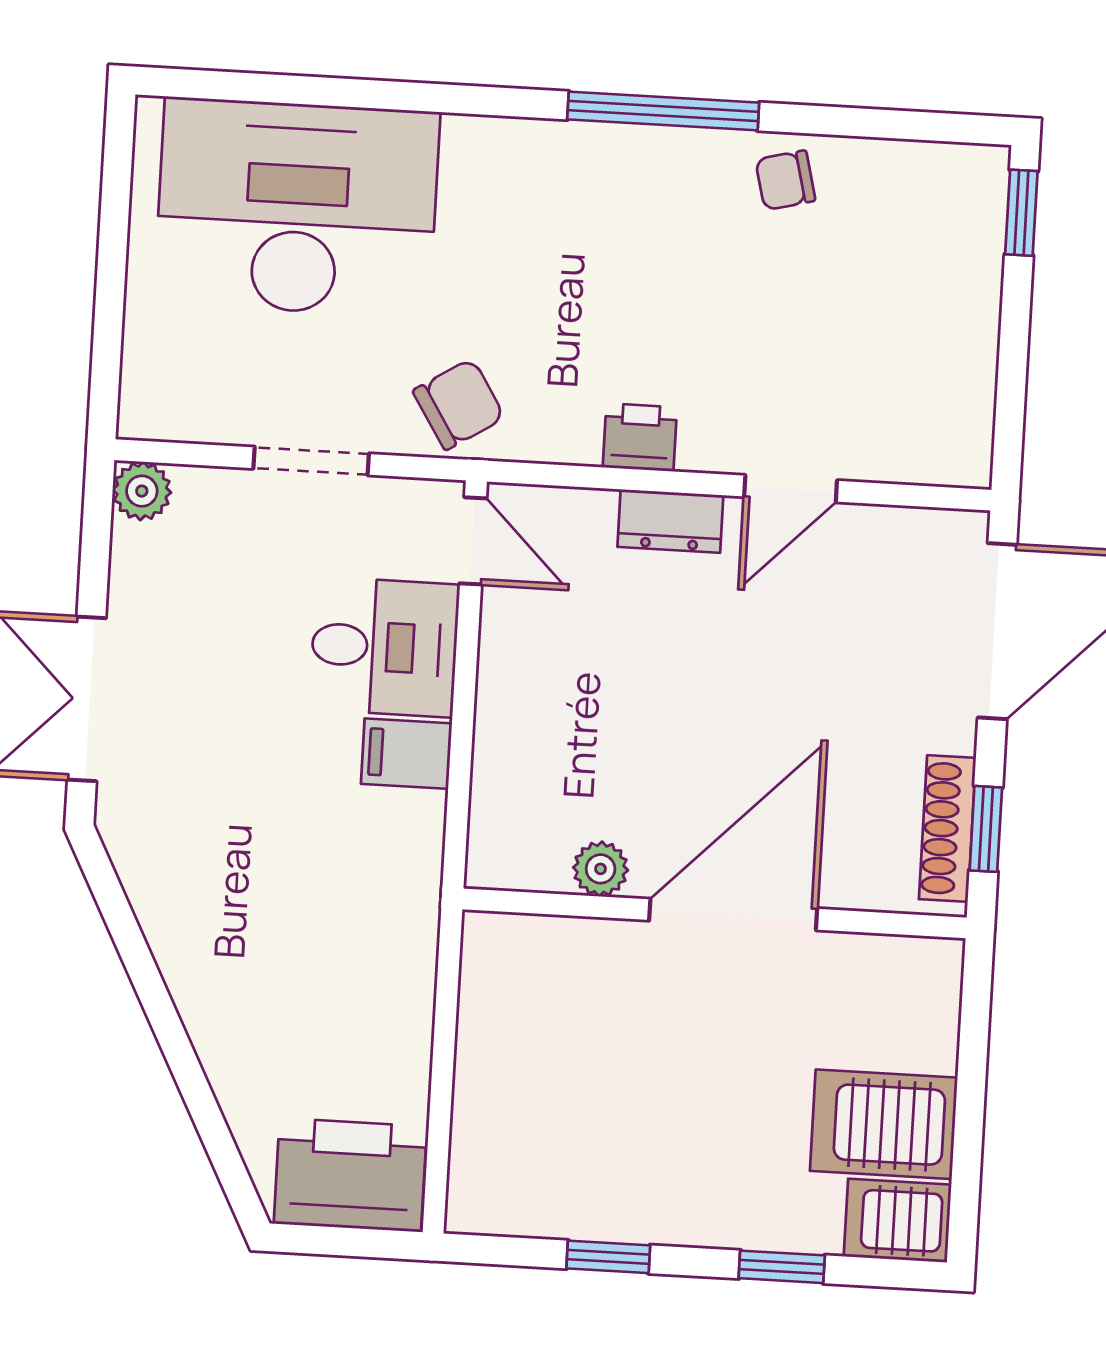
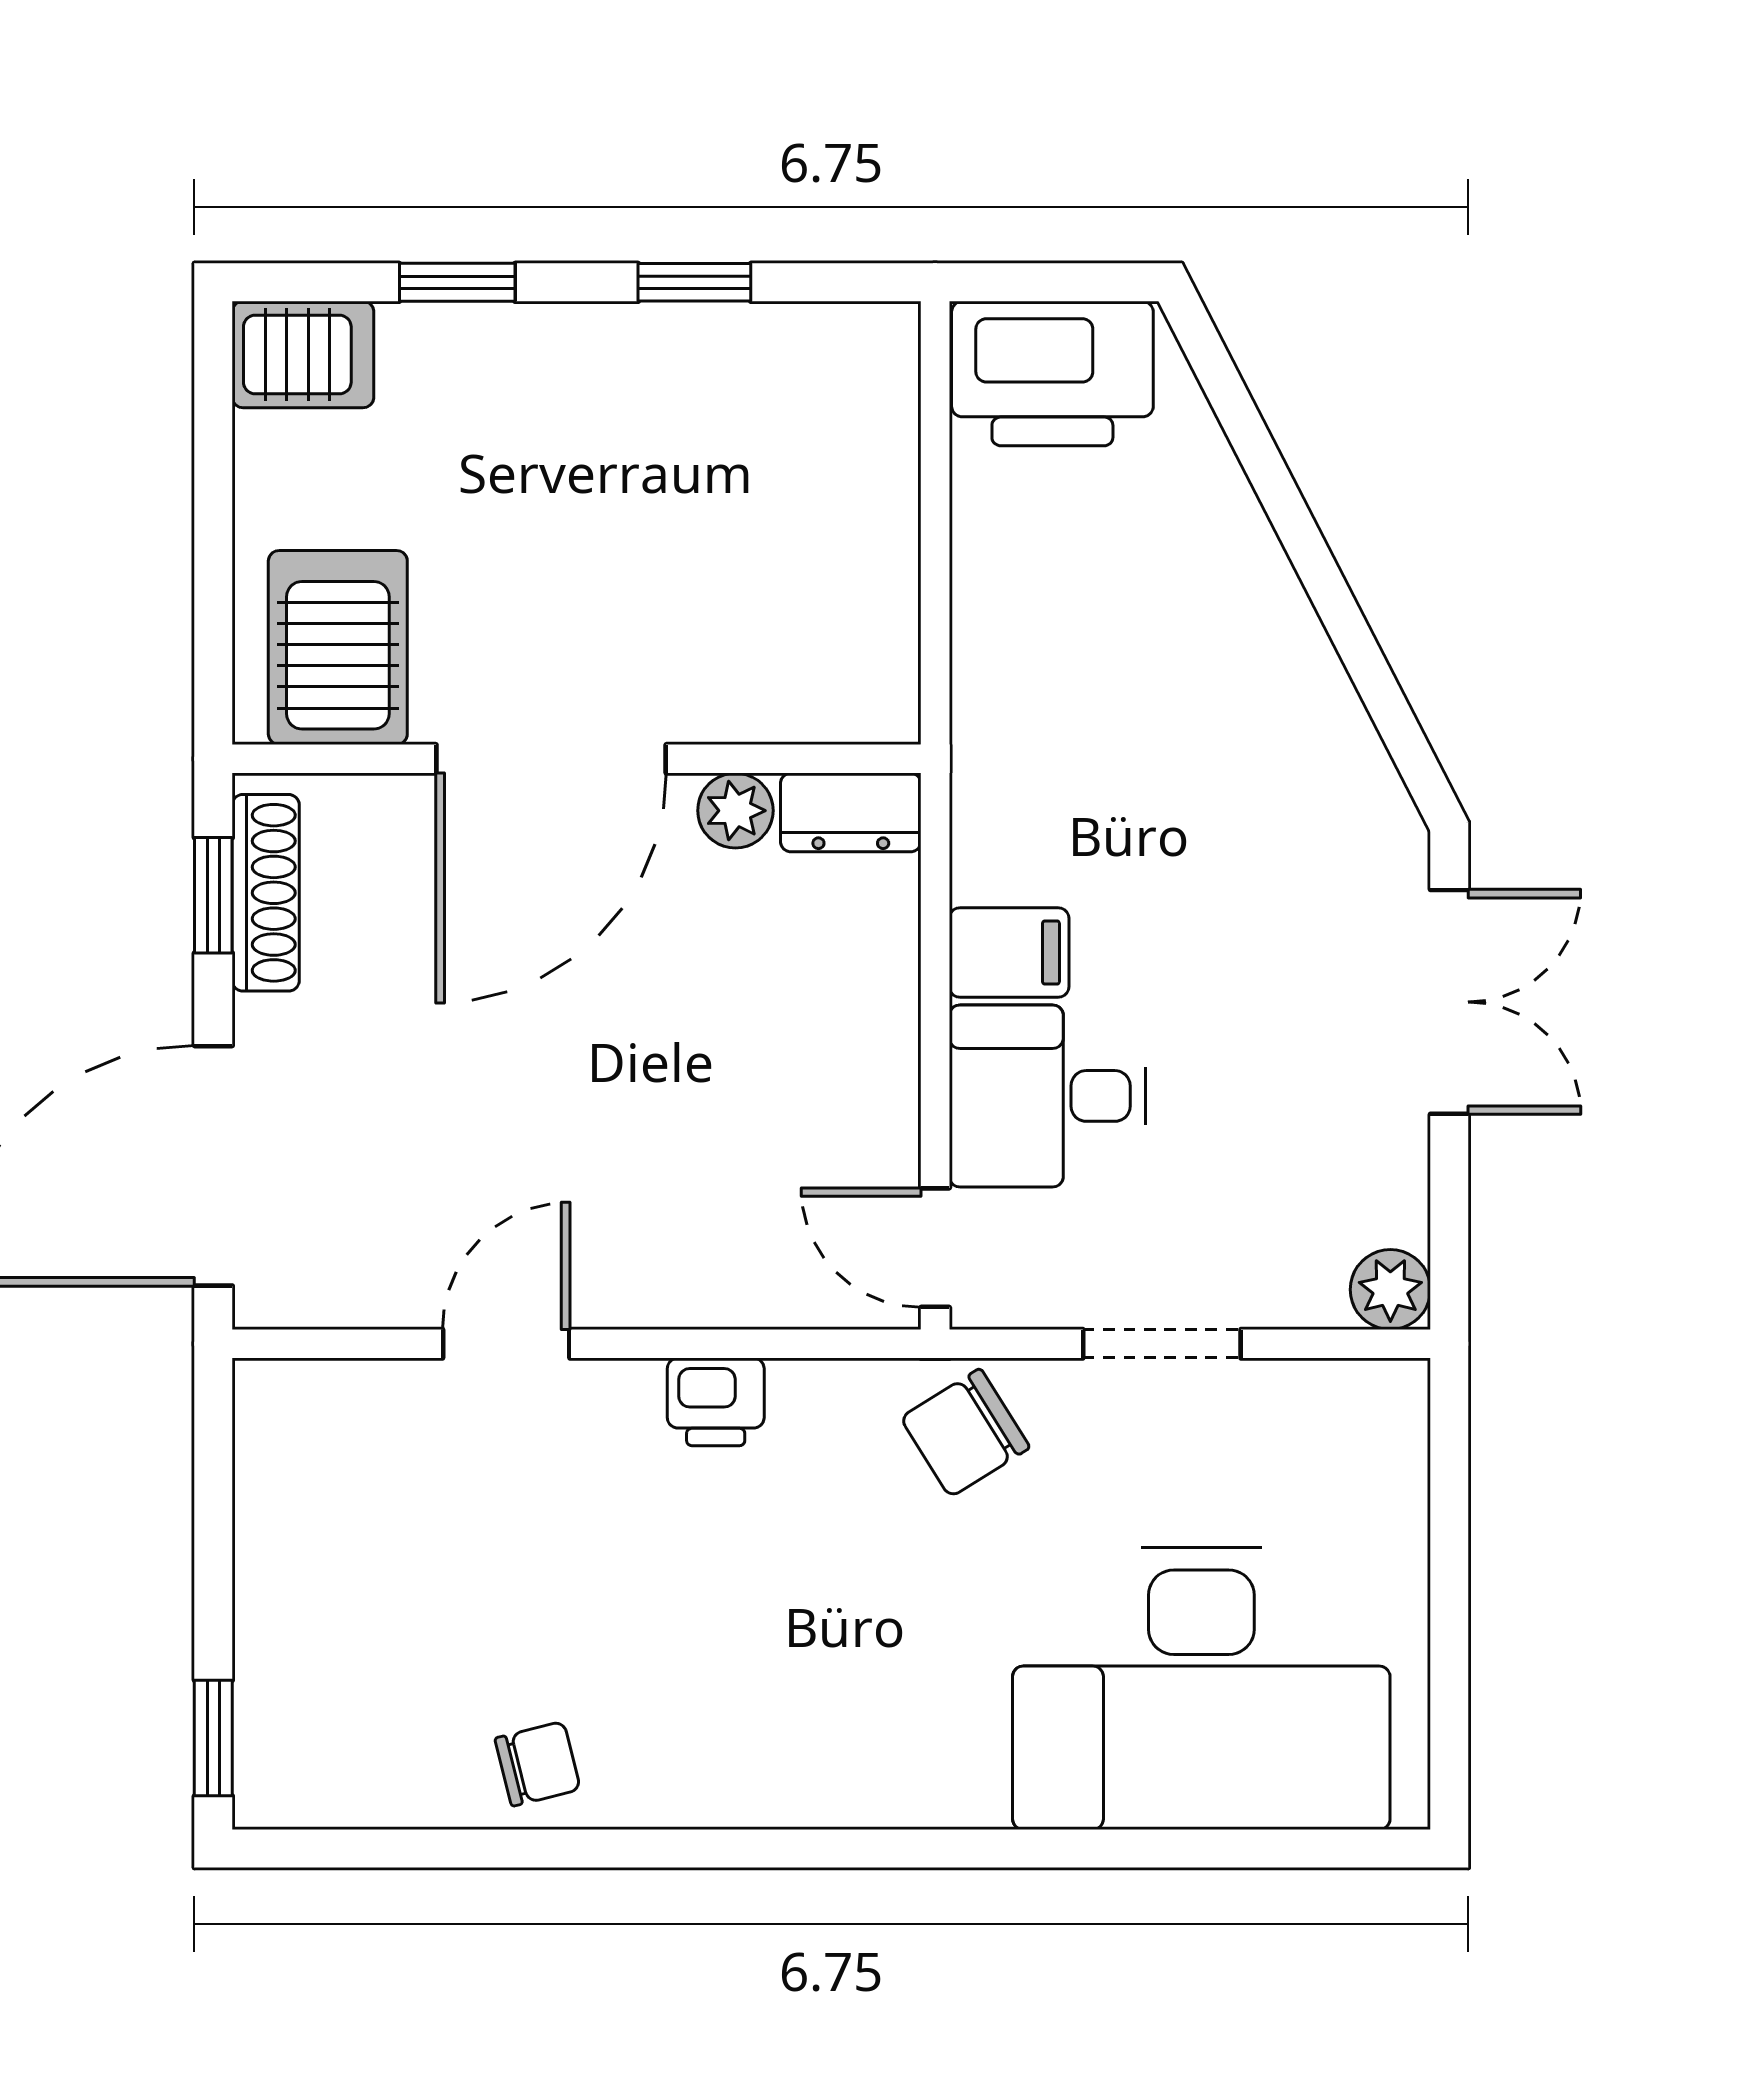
window: (663, 111) -> (710, 1849), removed
dresser: (670, 521) -> (851, 812), moved, turned 180
server rack: (884, 1124) -> (338, 648), moved, turned -90

